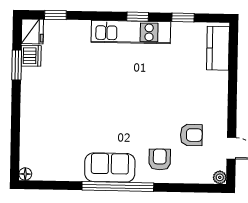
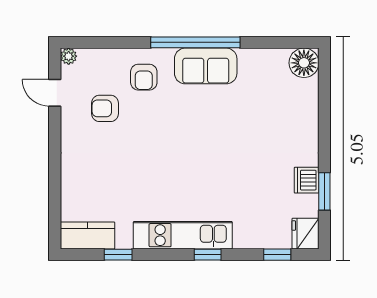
window: (138, 17) -> (208, 255), moved
kitchen counter: (218, 48) -> (87, 235), moved, turned -90
dishwasher: (31, 56) -> (307, 180), moved
floor lamp: (25, 174) -> (304, 63), width x1.89, depth x1.89

